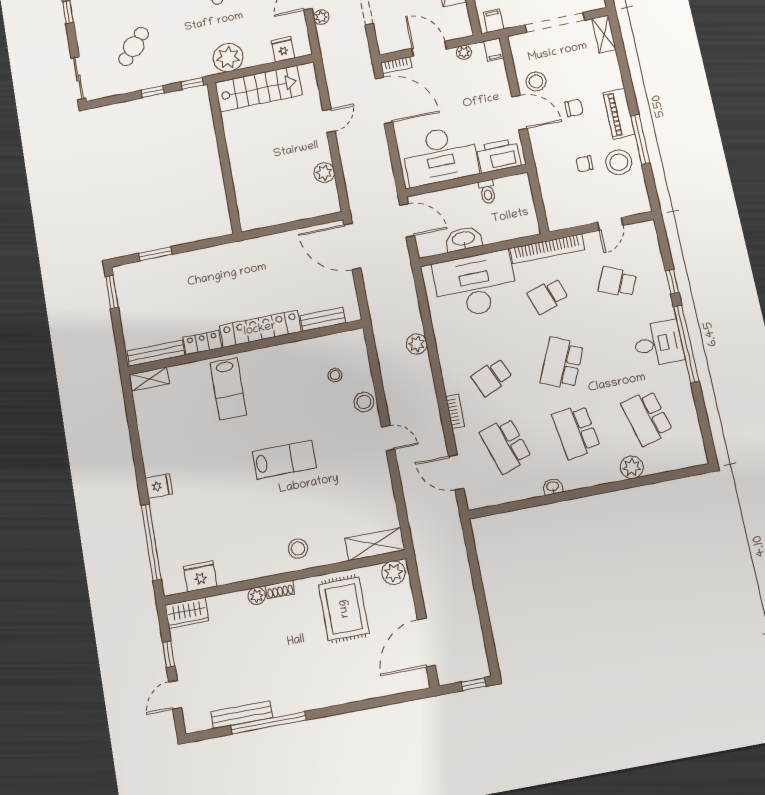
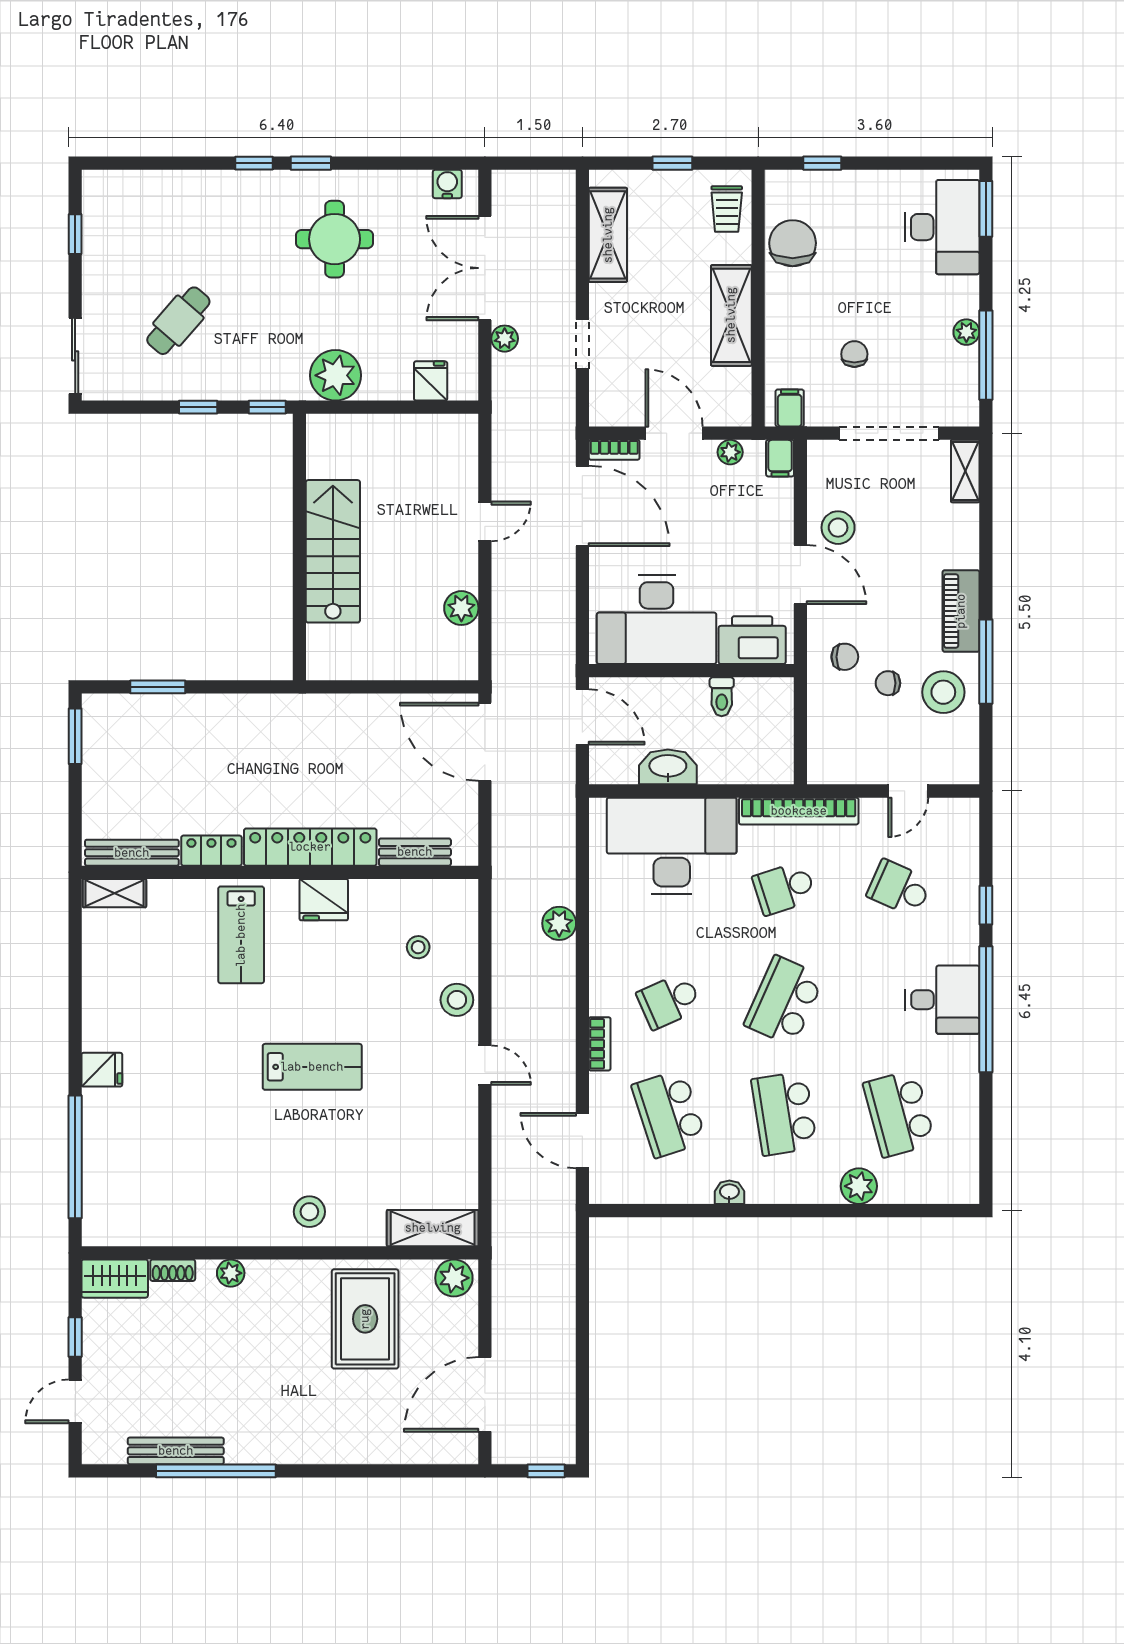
stairs: (258, 89) -> (333, 551), moved, turned -90
chair: (574, 108) -> (845, 657), moved
fridge: (200, 576) -> (324, 900), moved, turned 180
shoe rack: (280, 590) -> (173, 1270), moved

